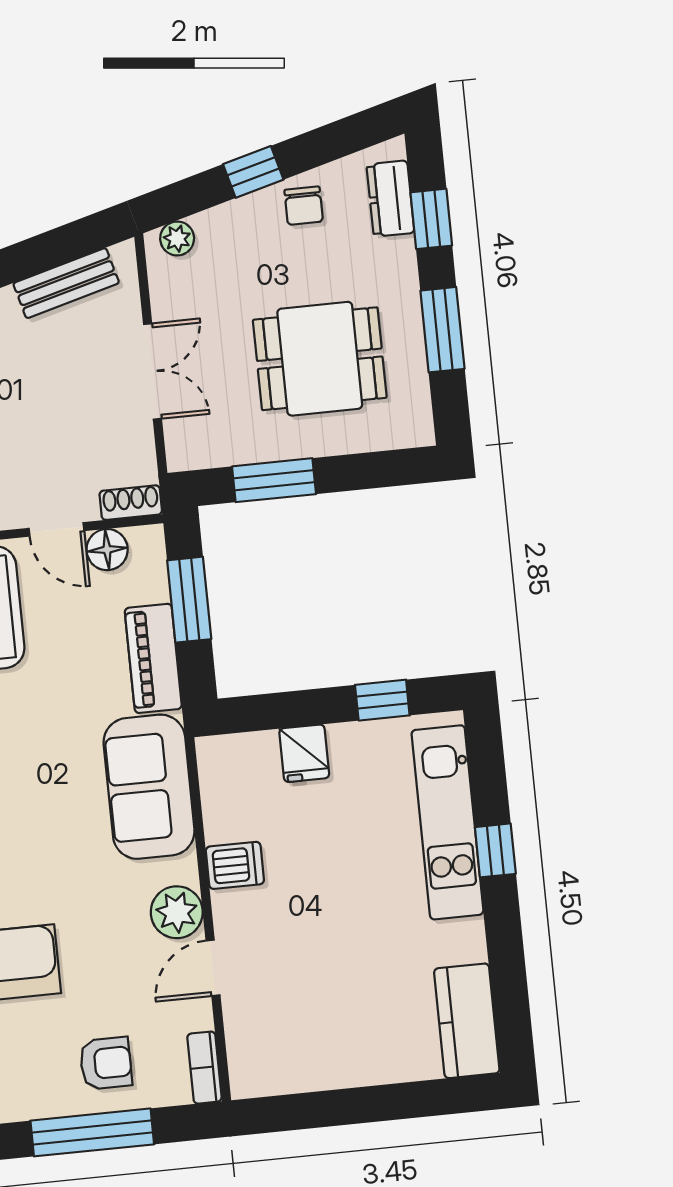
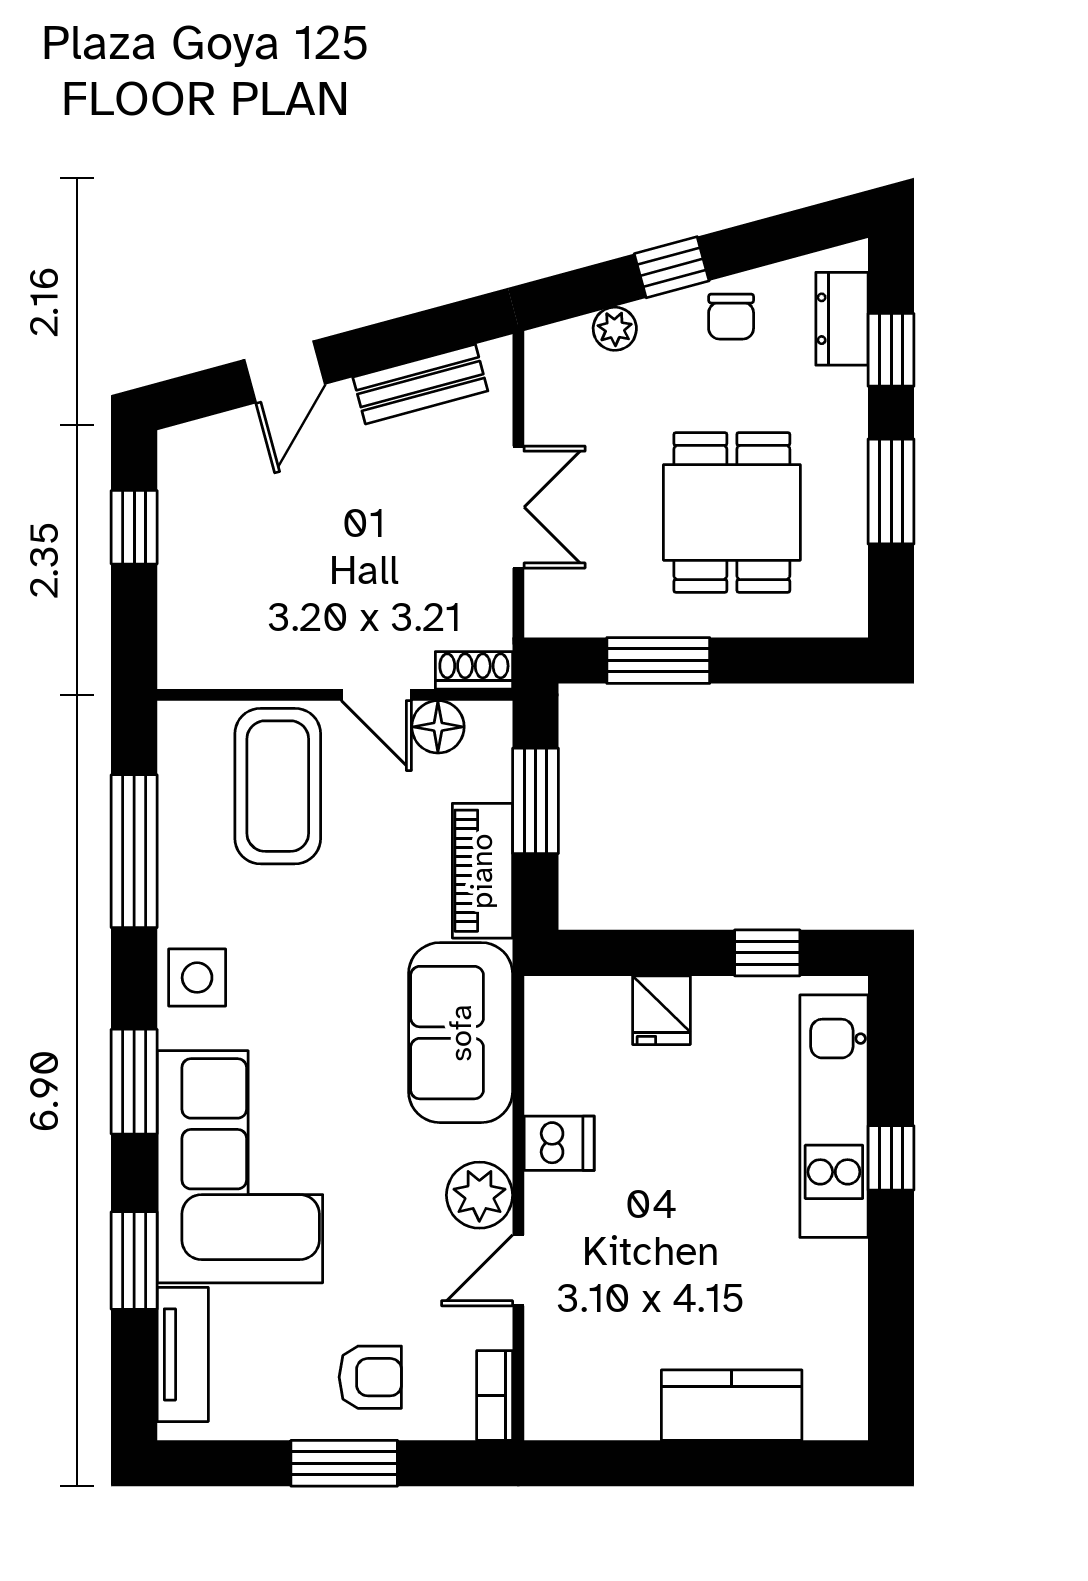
plant: (177, 238) -> (615, 329), moved
dining table: (320, 359) -> (732, 512), turned 90
kitchen counter: (467, 1021) -> (732, 1405), moved, turned 90
window: (92, 1132) -> (344, 1463), width x0.69

